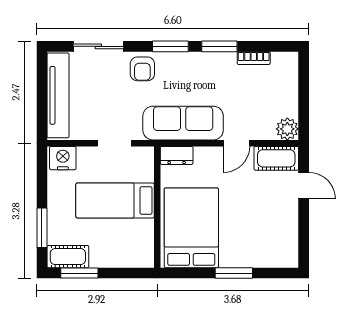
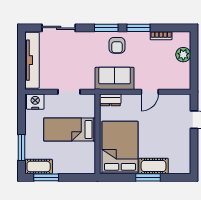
armchair: (142, 69) -> (117, 45), moved
sofa: (183, 123) -> (115, 78), width x0.73
plant: (287, 129) -> (183, 55), moved
cot: (276, 158) -> (153, 166), moved

